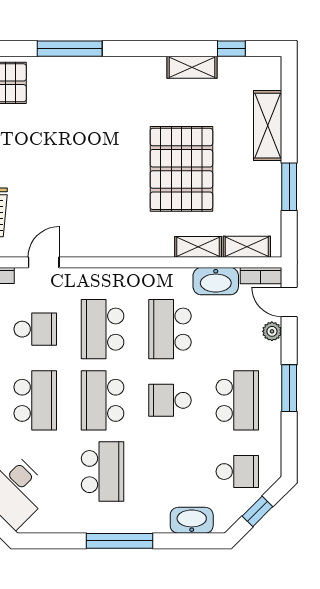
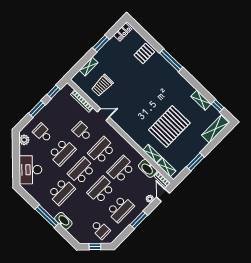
shelving: (268, 126) -> (215, 129), moved
school desk: (35, 329) -> (82, 131), turned 180
school desk: (170, 400) -> (101, 190), width x1.85
washbasin: (192, 520) -> (63, 221), moved

